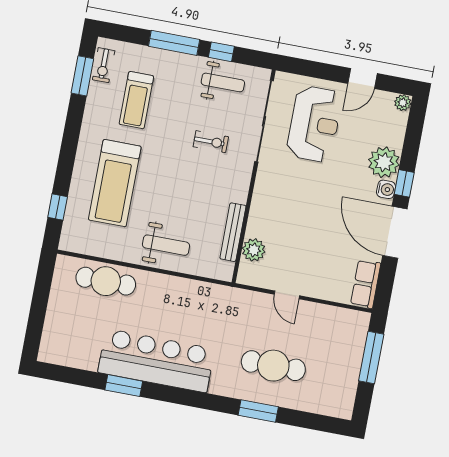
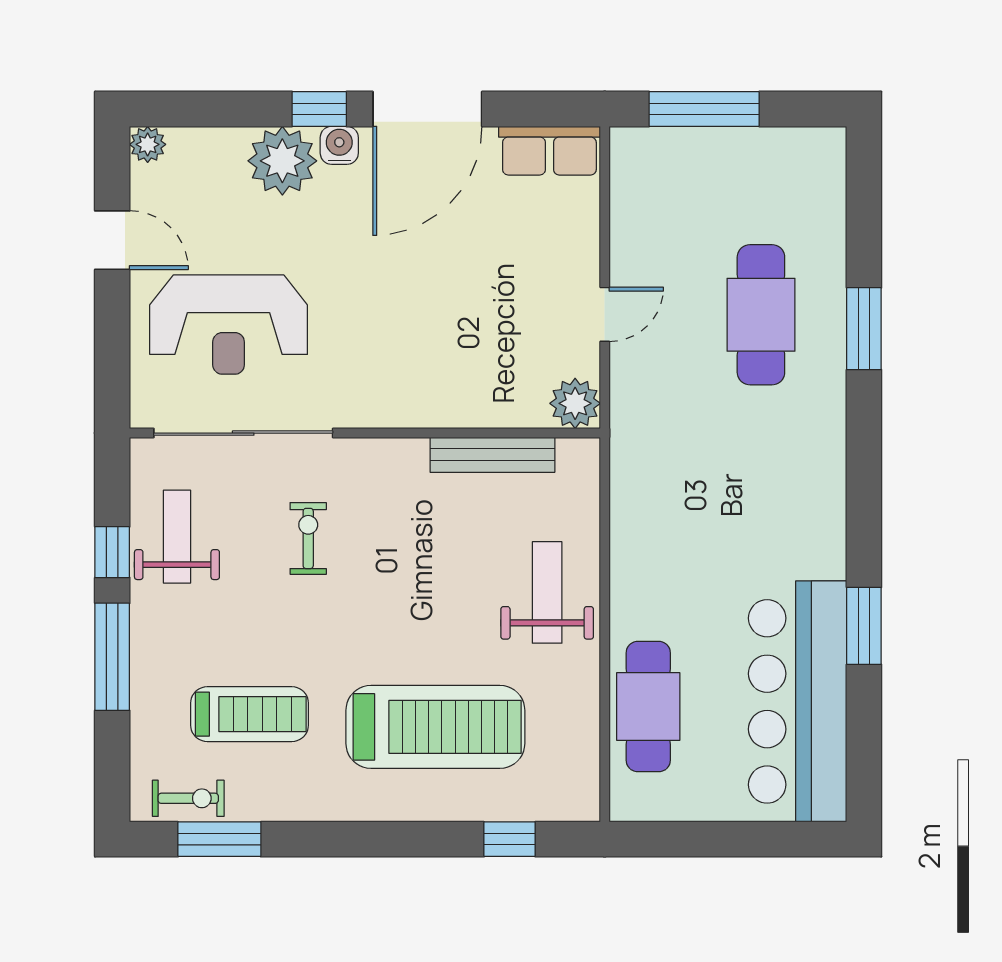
reception desk: (314, 124) -> (229, 325), turned 180
plant: (254, 250) -> (575, 403), moved
bar counter: (156, 361) -> (798, 701), moved

